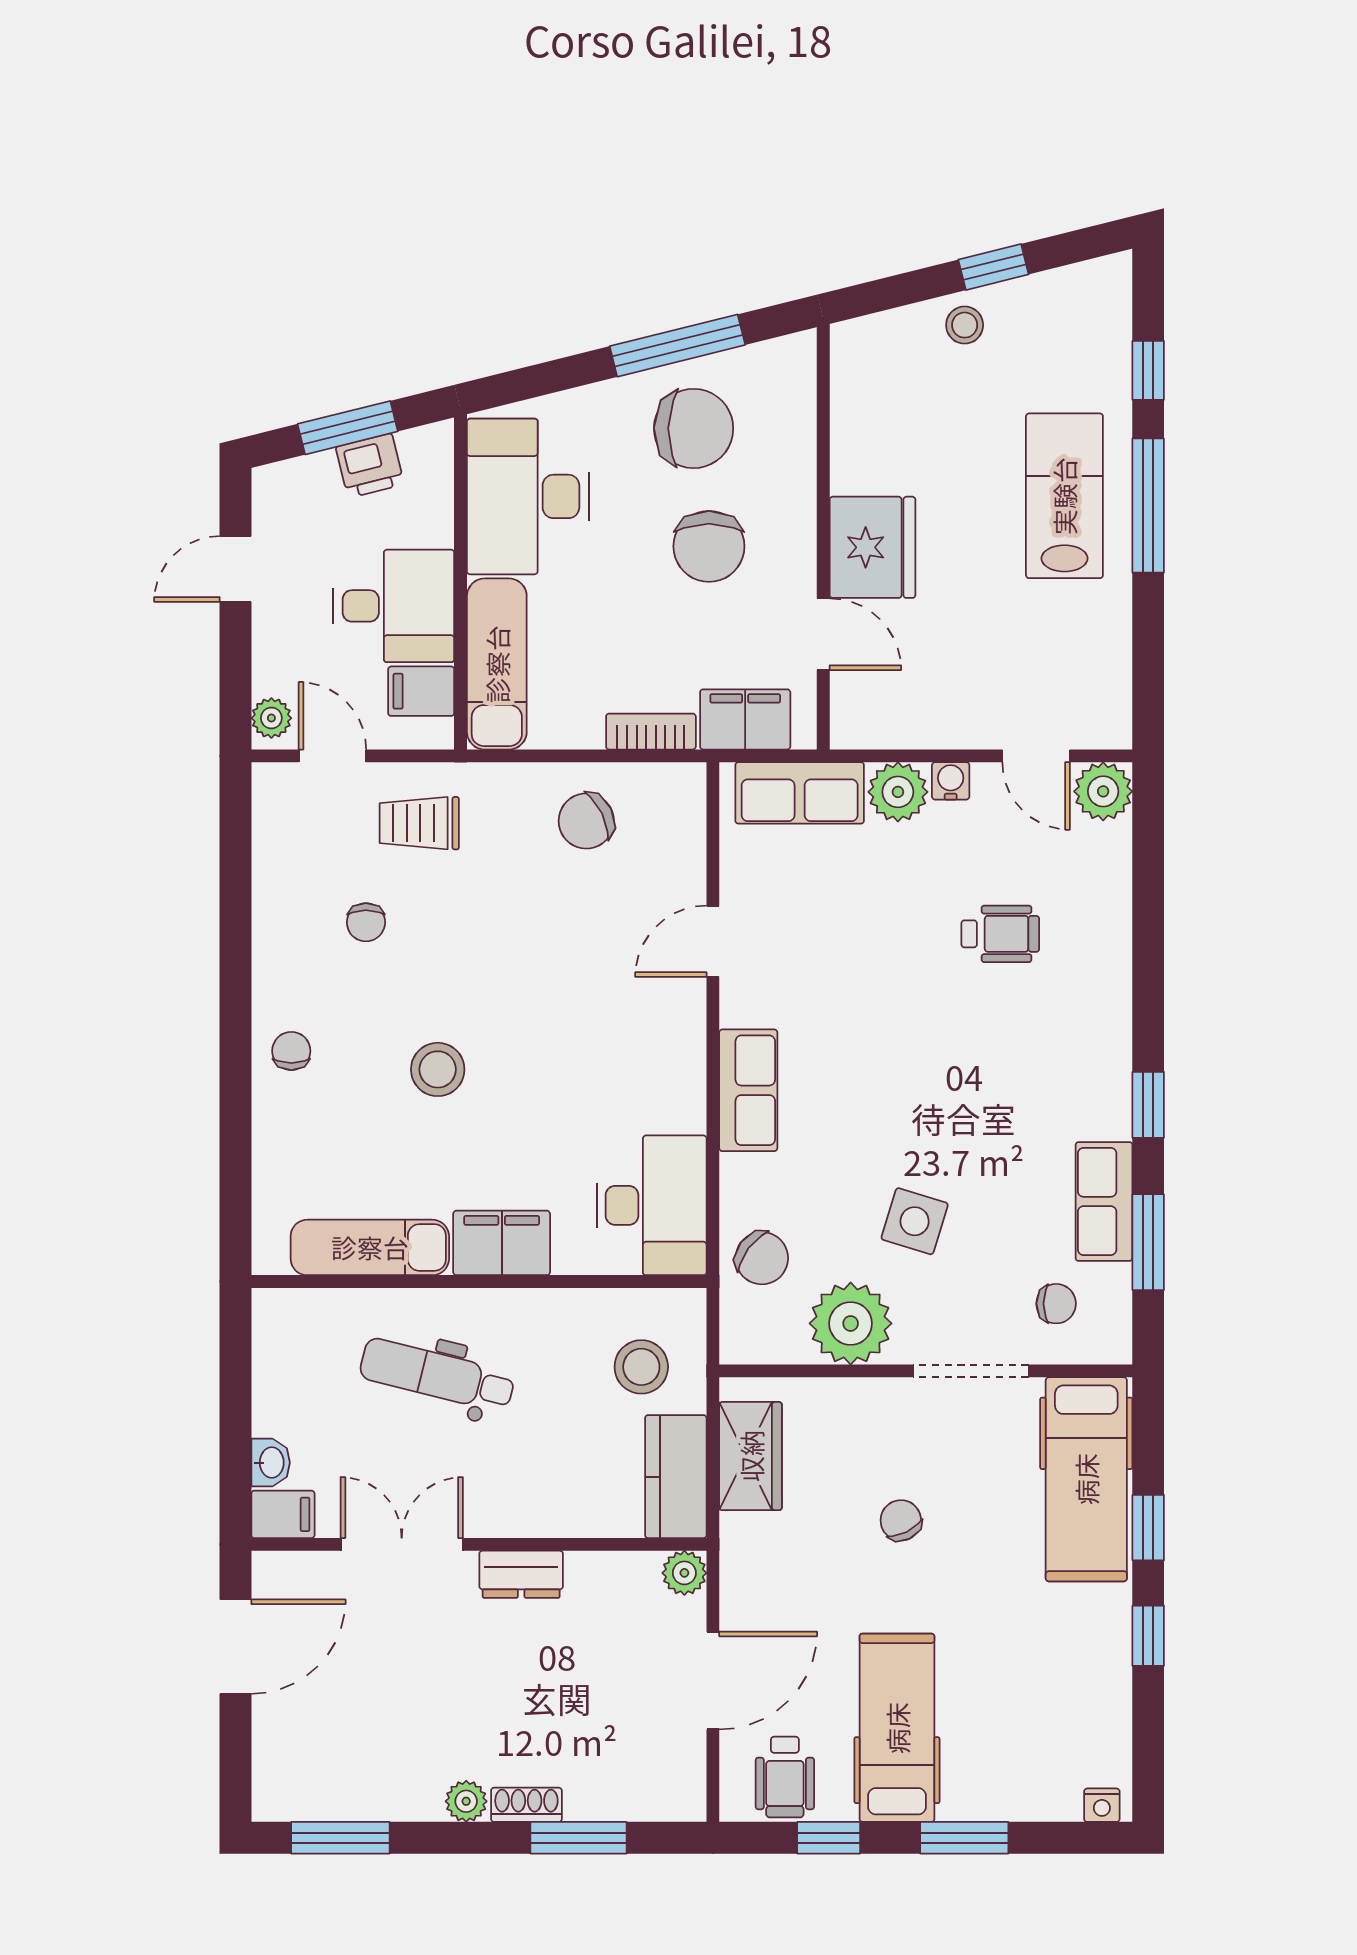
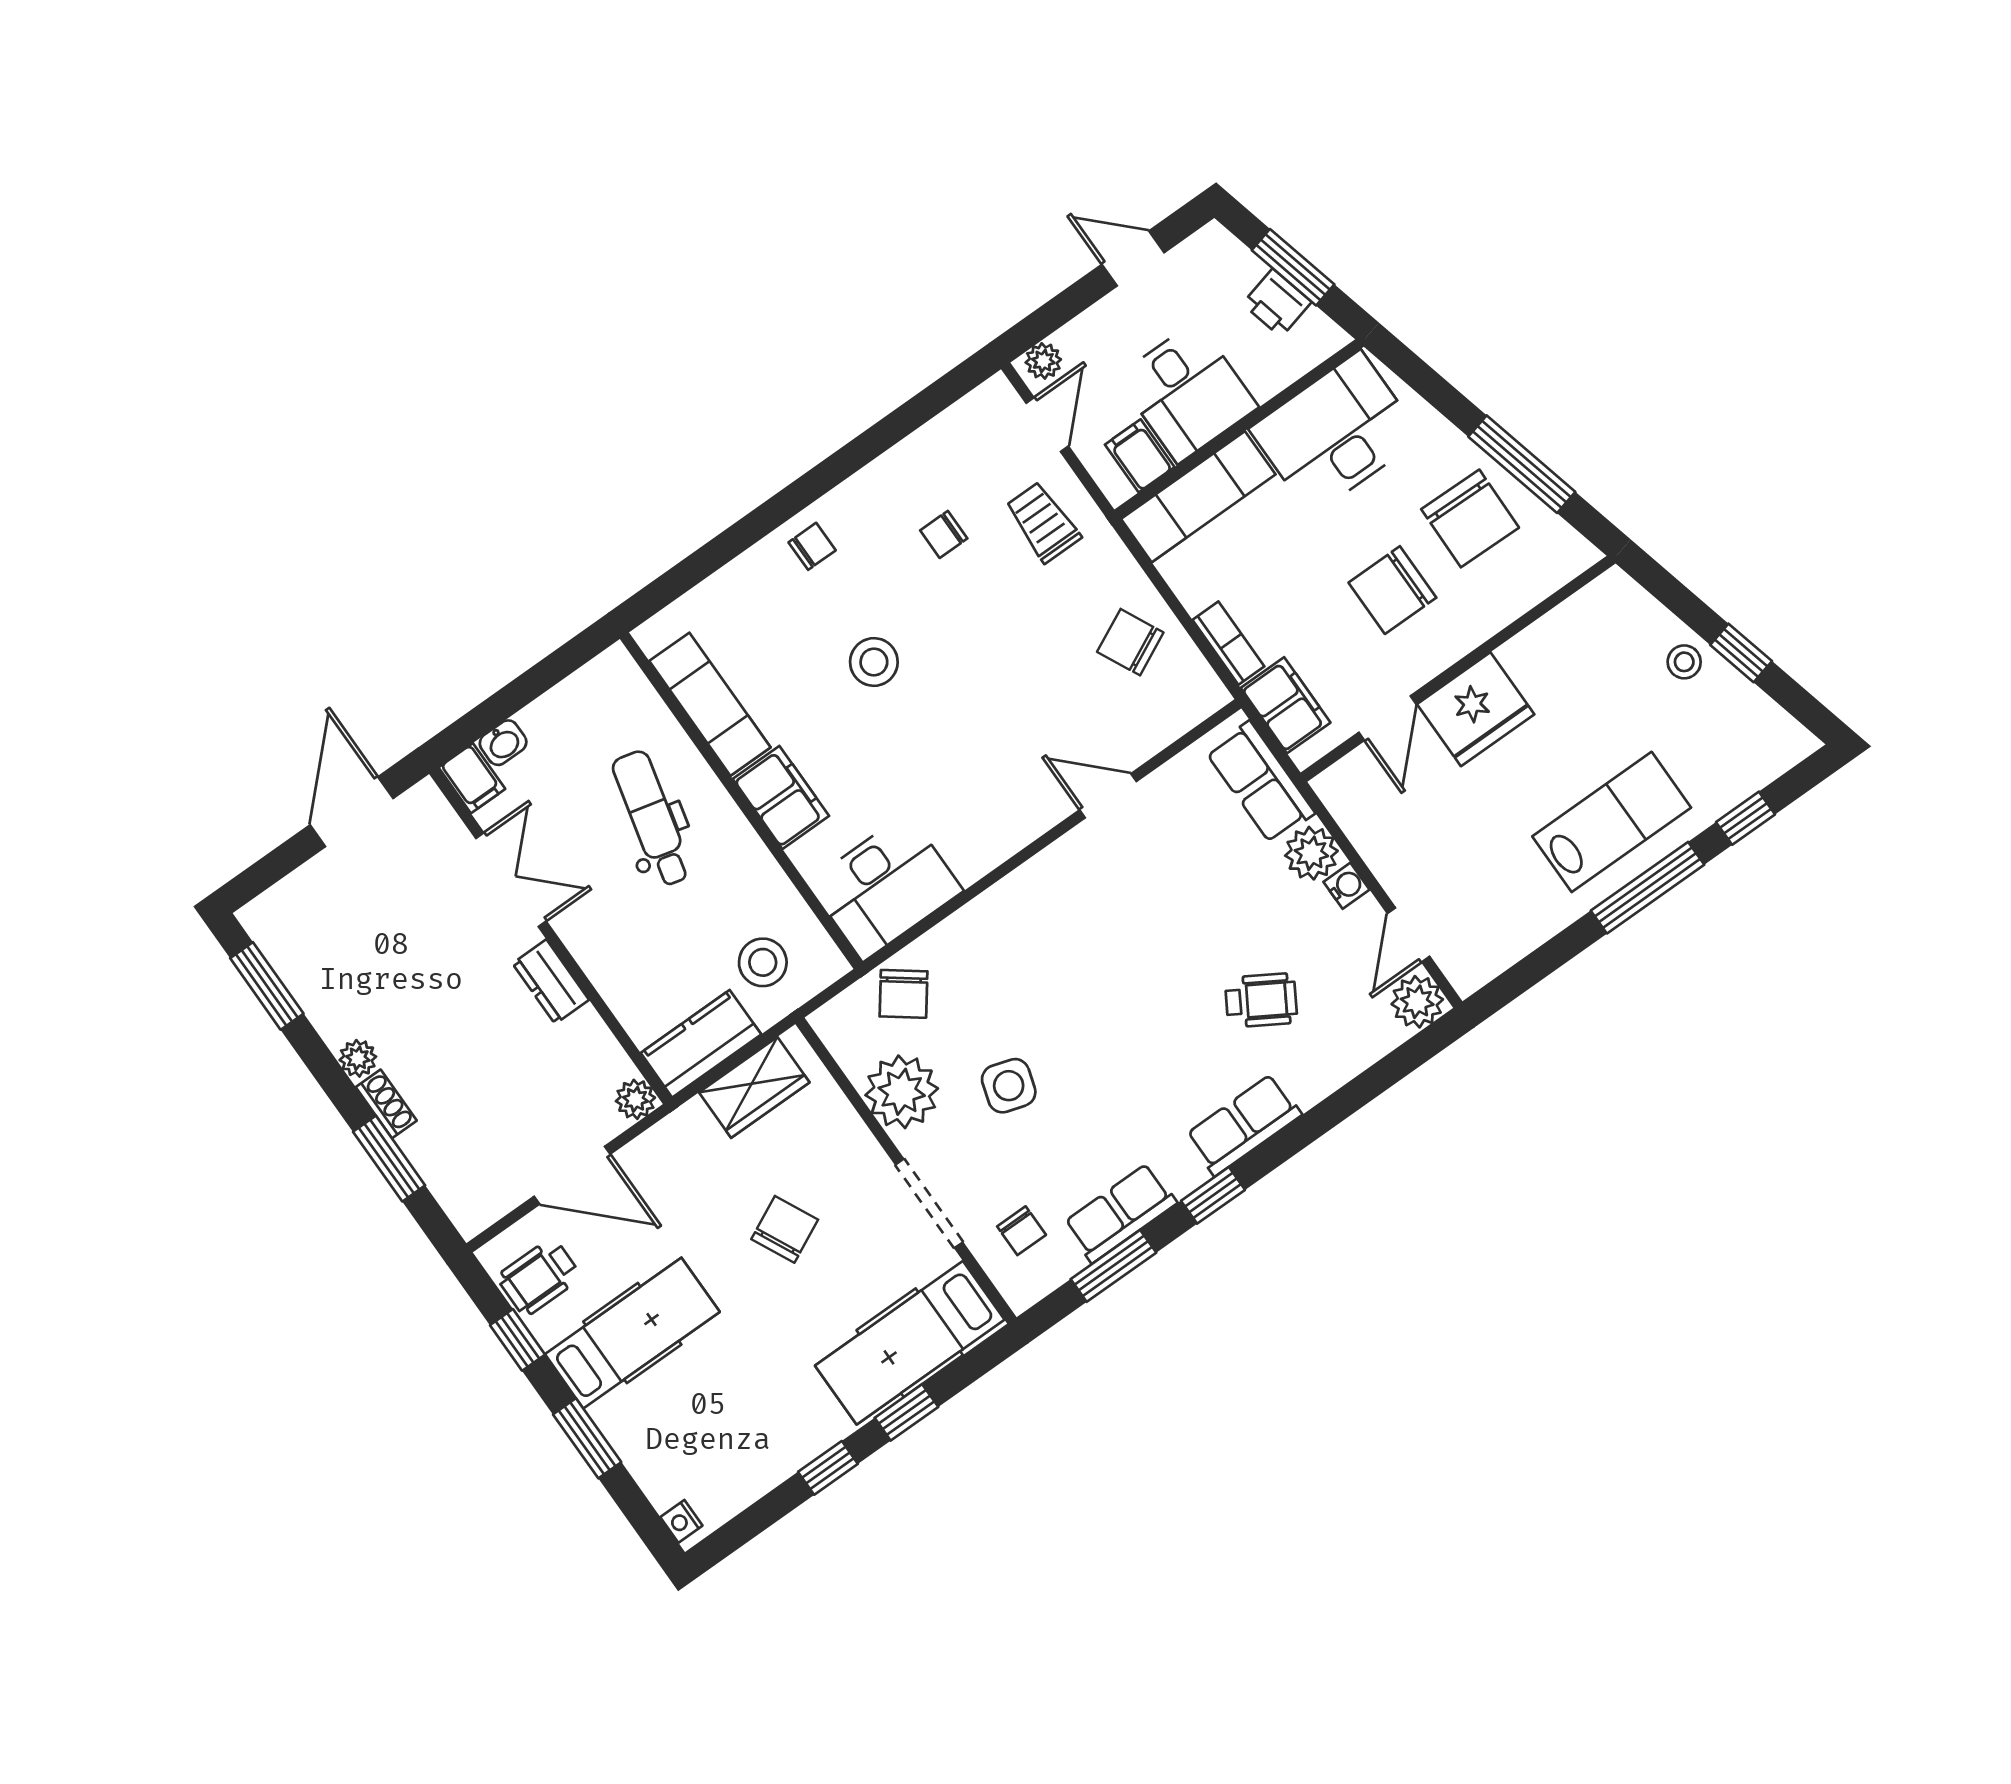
wheelchair: (1000, 934) -> (1261, 1000), turned -59
row of seats: (748, 1090) -> (1244, 1125), moved, turned 180
chair: (901, 1520) -> (785, 1229), width x1.37, depth x1.37
door: (235, 1647) -> (352, 812), swing flipped

